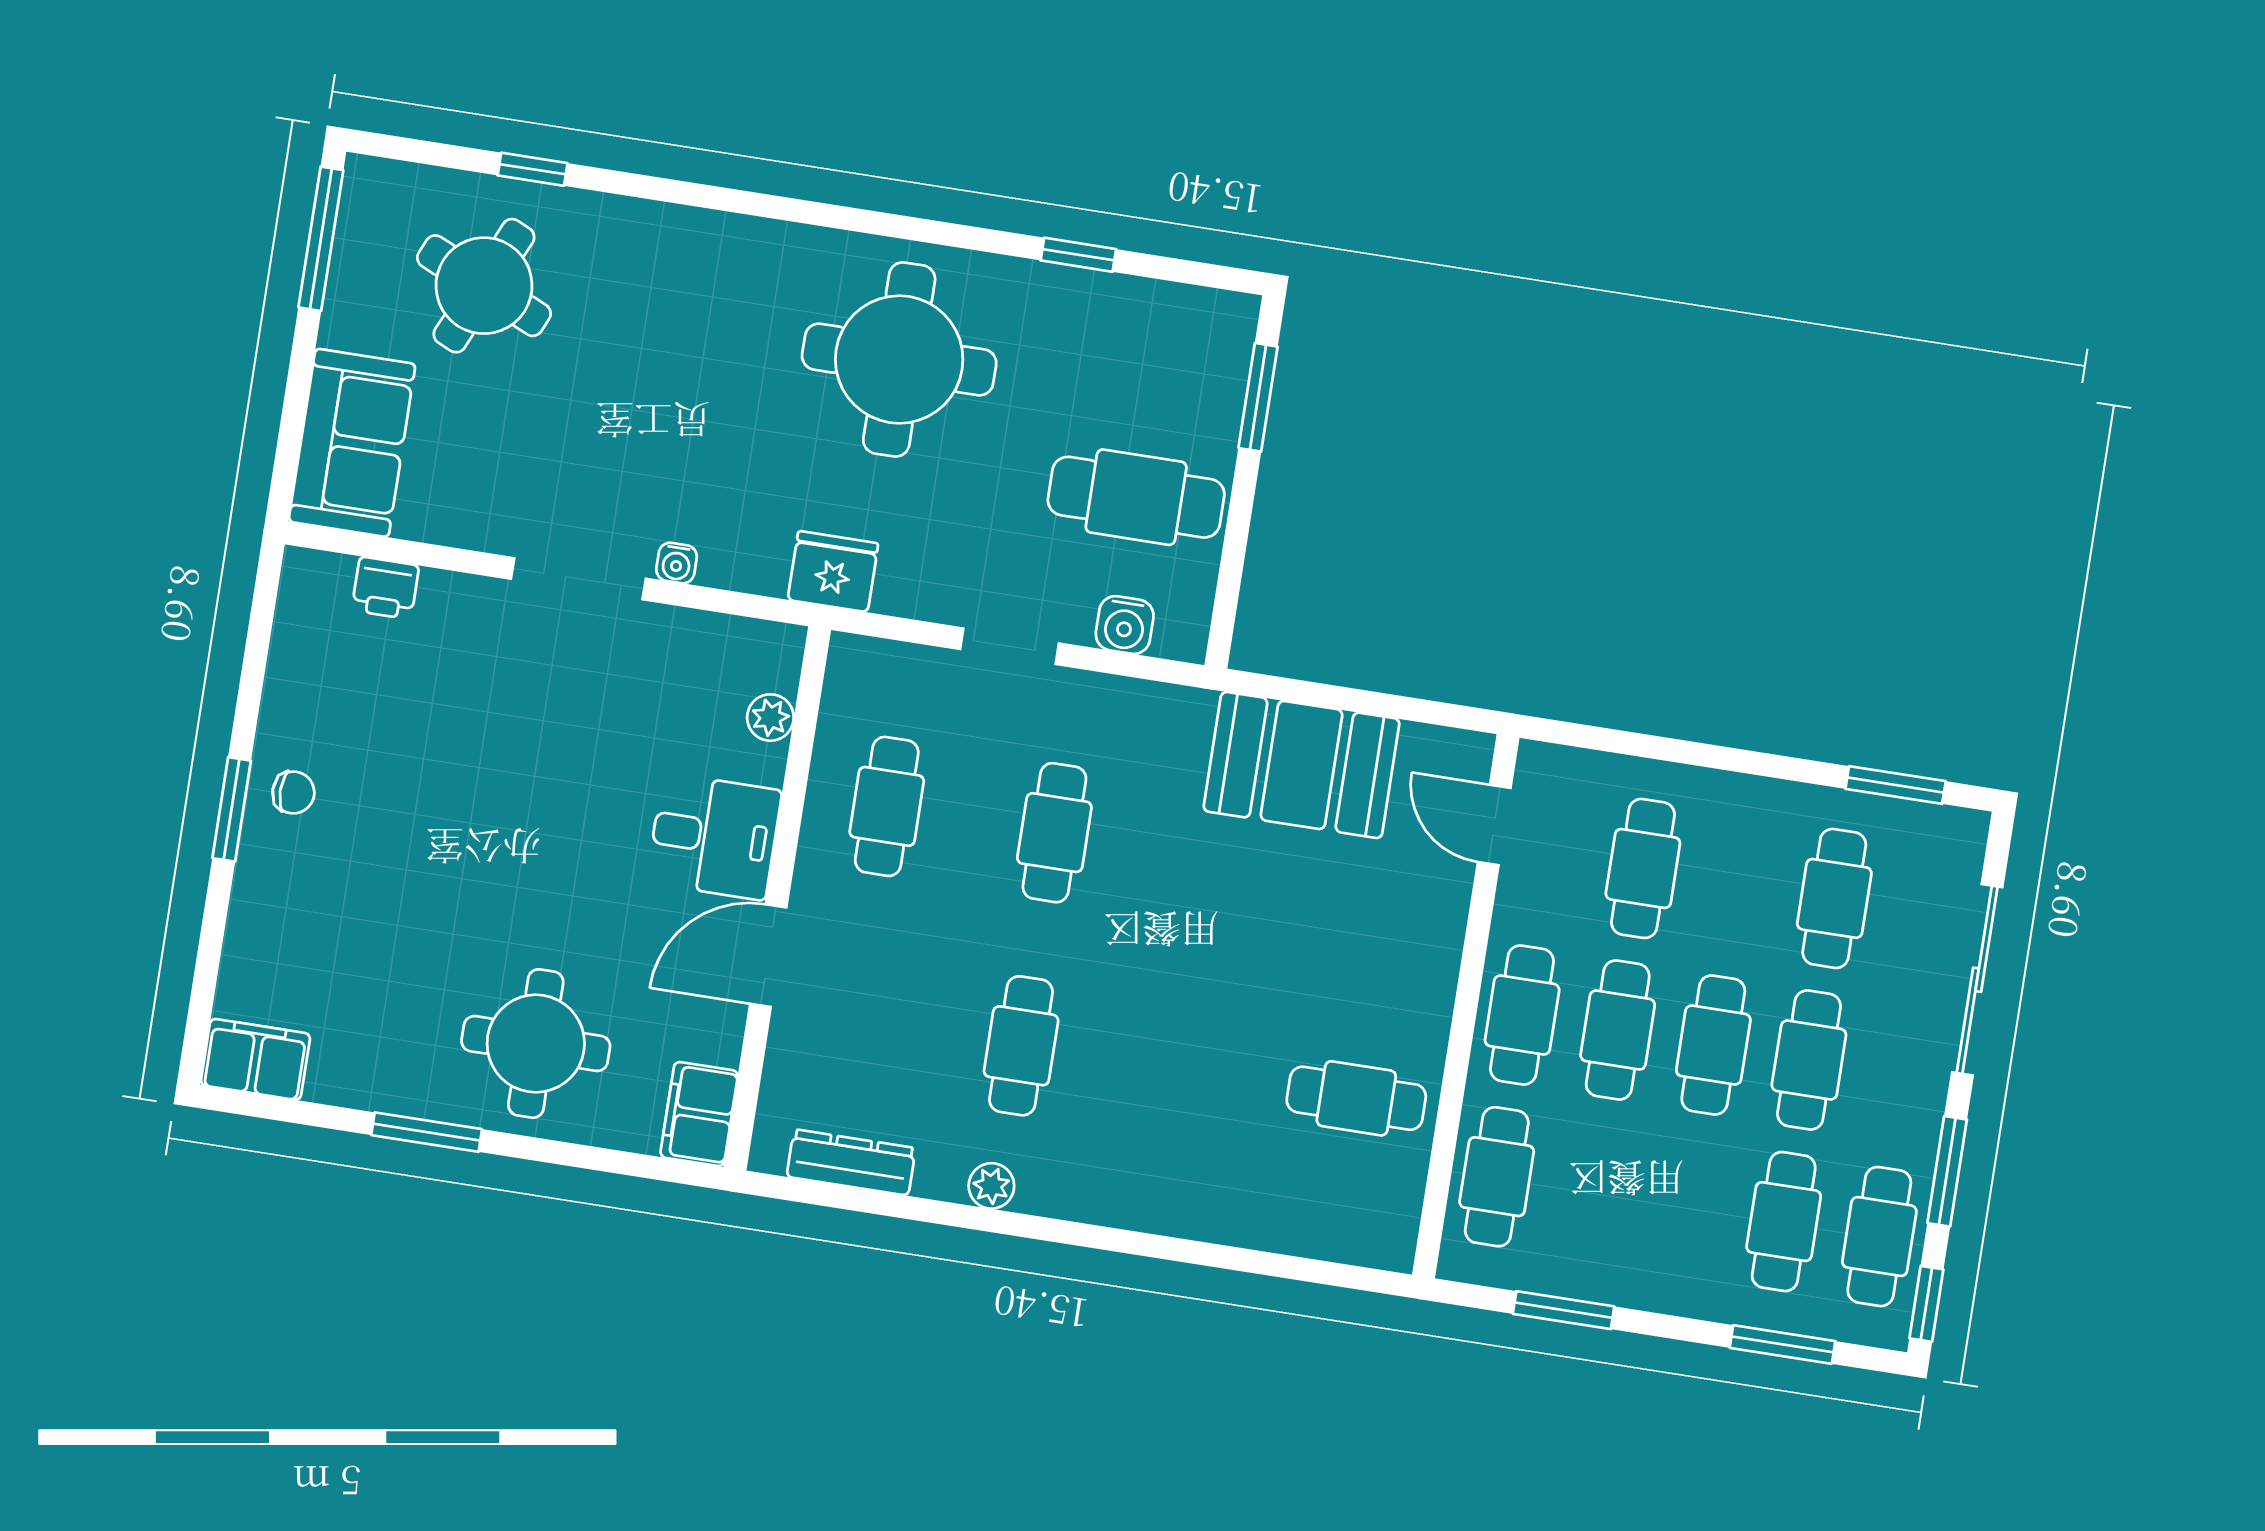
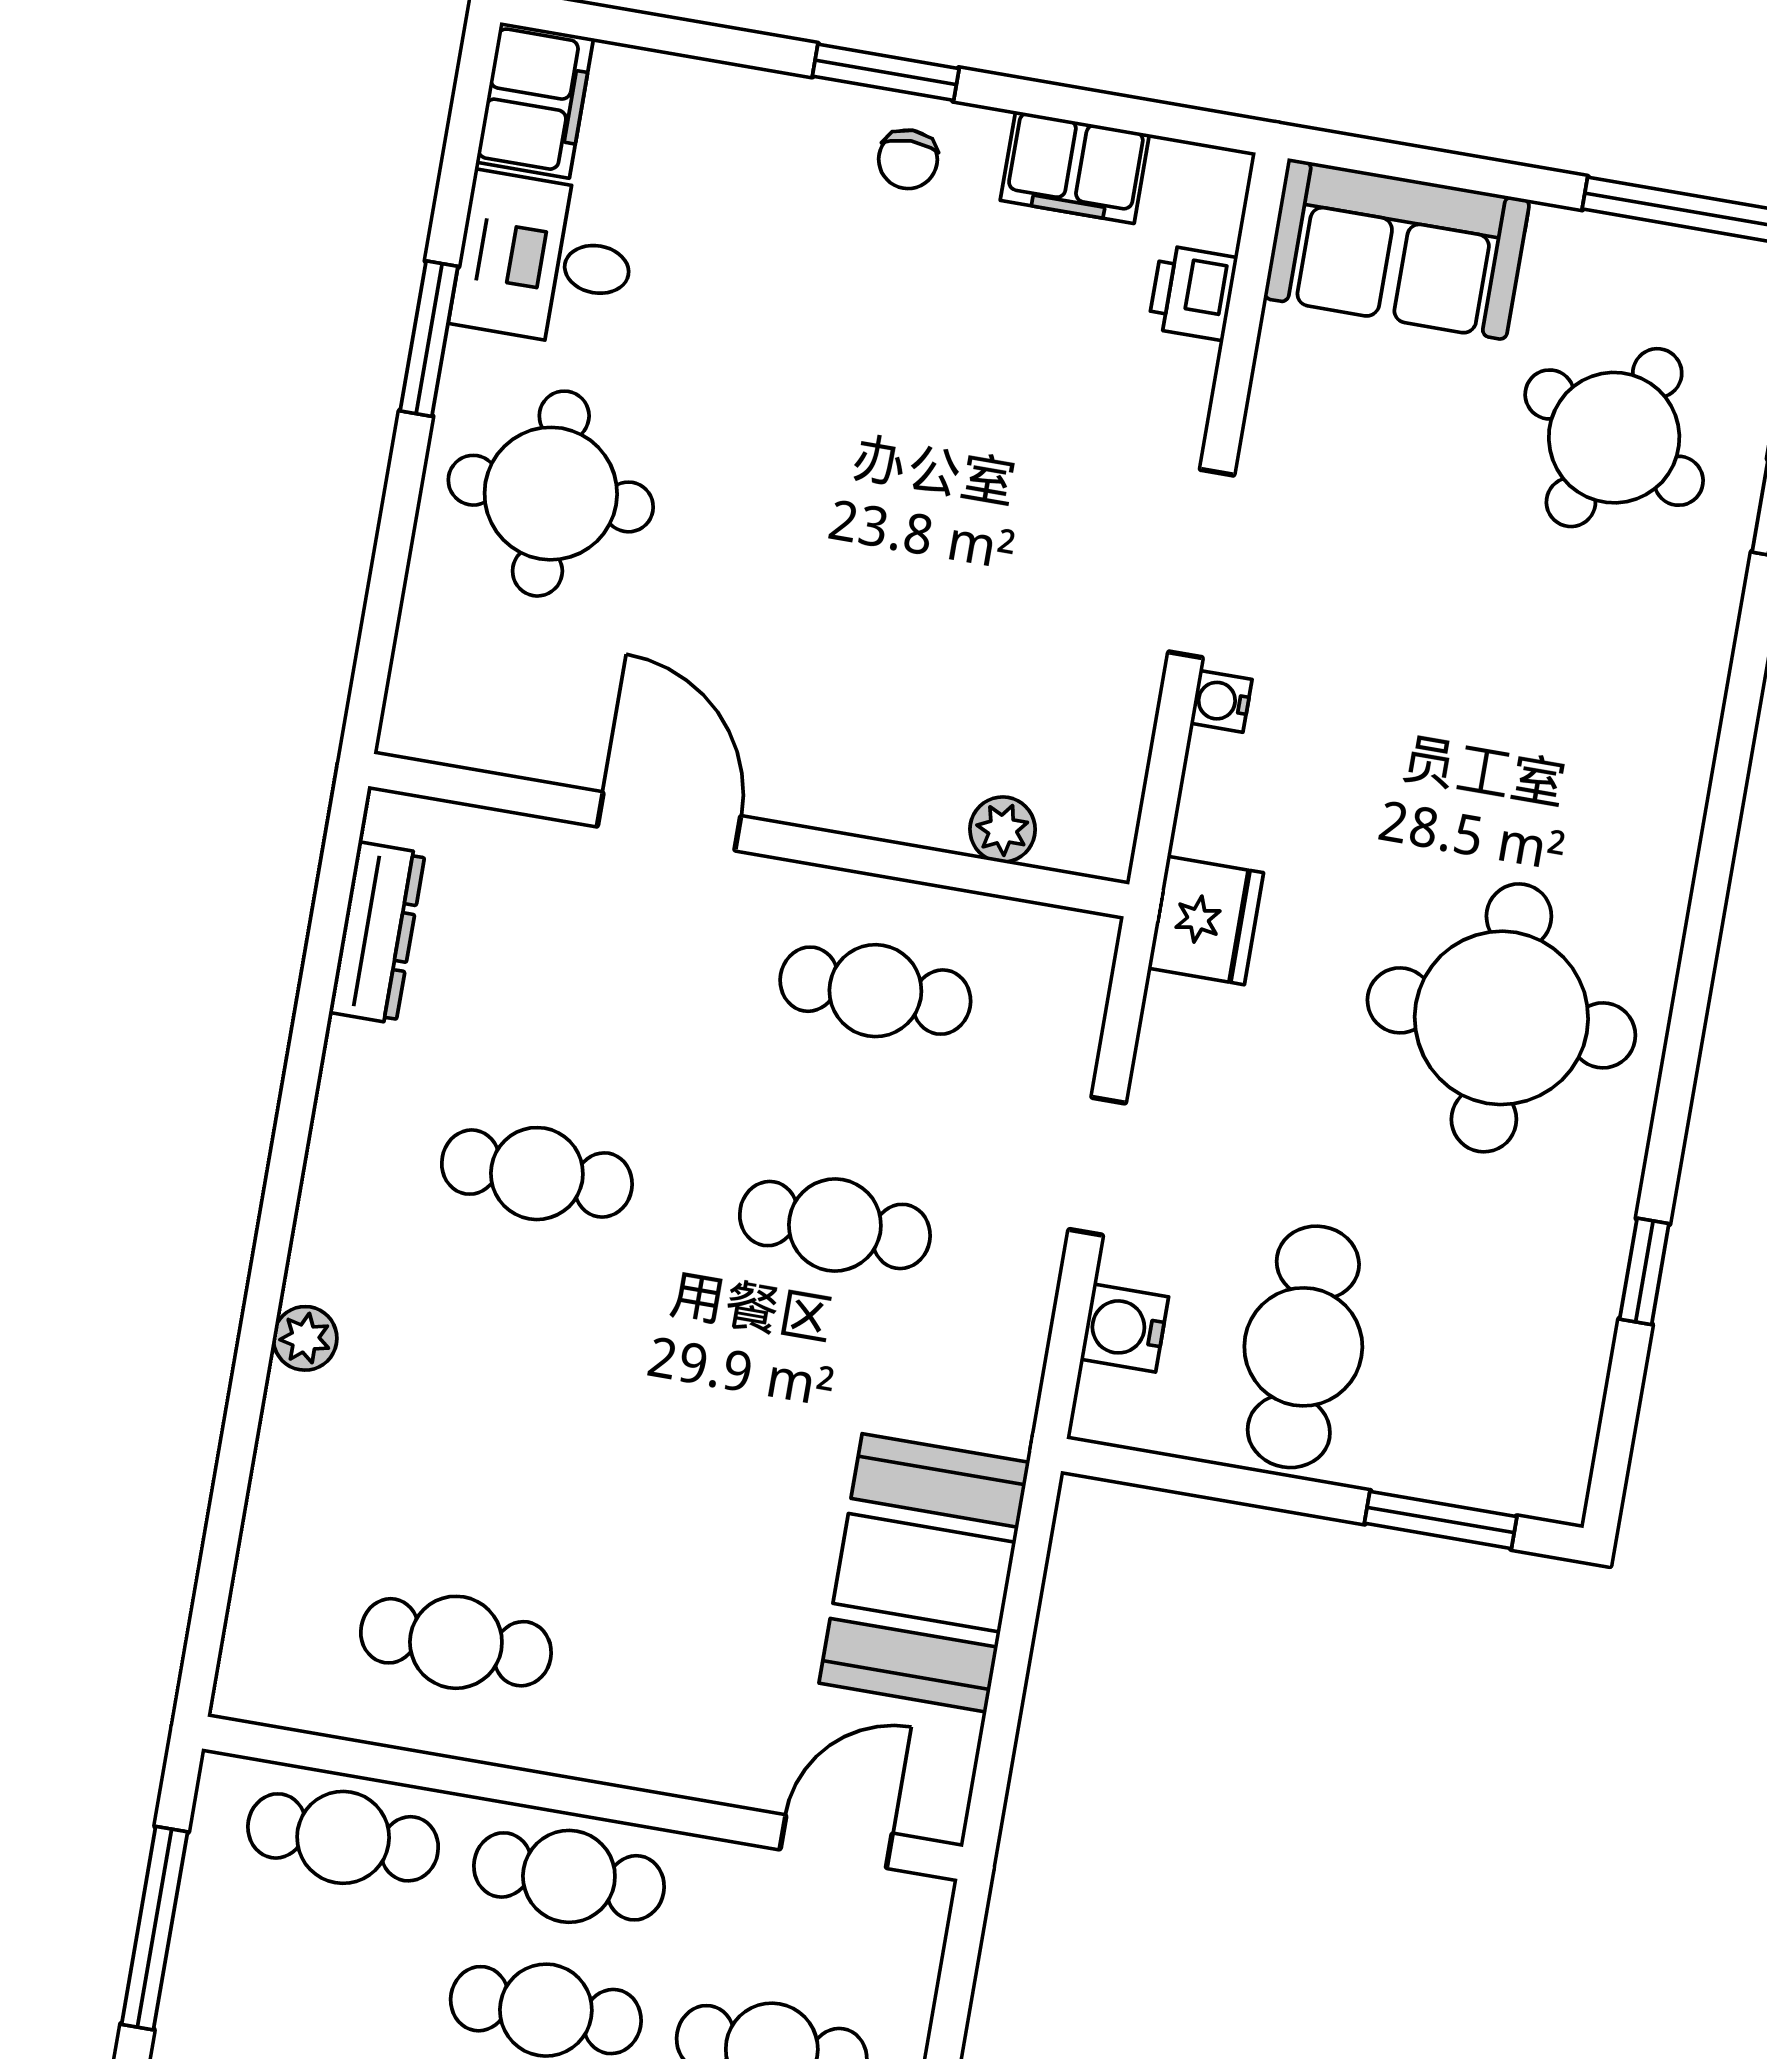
desk: (714, 837) -> (545, 260), moved, turned 90
cafe table: (1356, 1098) -> (456, 1642), turned 90
filing cabinet: (699, 1114) -> (1075, 167), moved, turned 180
plant: (991, 1186) -> (305, 1338), moved
window: (1564, 1310) -> (155, 1928), width x1.44

